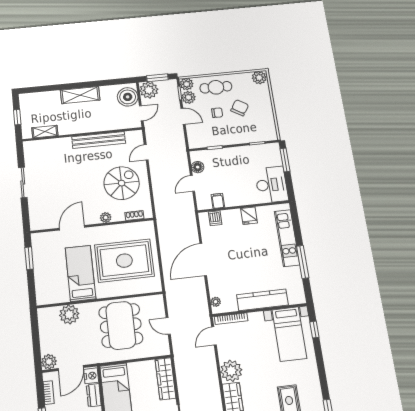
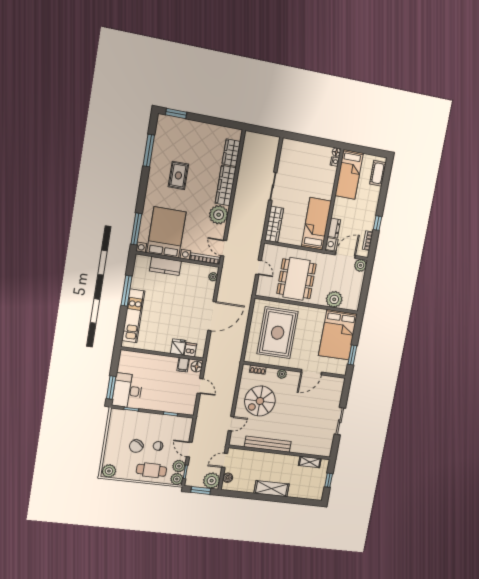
boiler: (128, 97) -> (228, 478), width x0.54, depth x0.54
floor lamp: (198, 167) -> (197, 367), moved
door: (192, 183) -> (200, 386), hinge flipped
desk: (271, 185) -> (127, 391), moved
fridge: (249, 216) -> (178, 347), moved
rug: (124, 261) -> (278, 333), turned 90
bed: (80, 273) -> (338, 335), moved, width x1.50
kitchen counter: (262, 300) -> (165, 266), width x0.67
window: (314, 329) -> (136, 229), width x2.17
bed with nightstands: (289, 334) -> (166, 232), width x1.36
door: (214, 336) -> (224, 248), swing flipped

